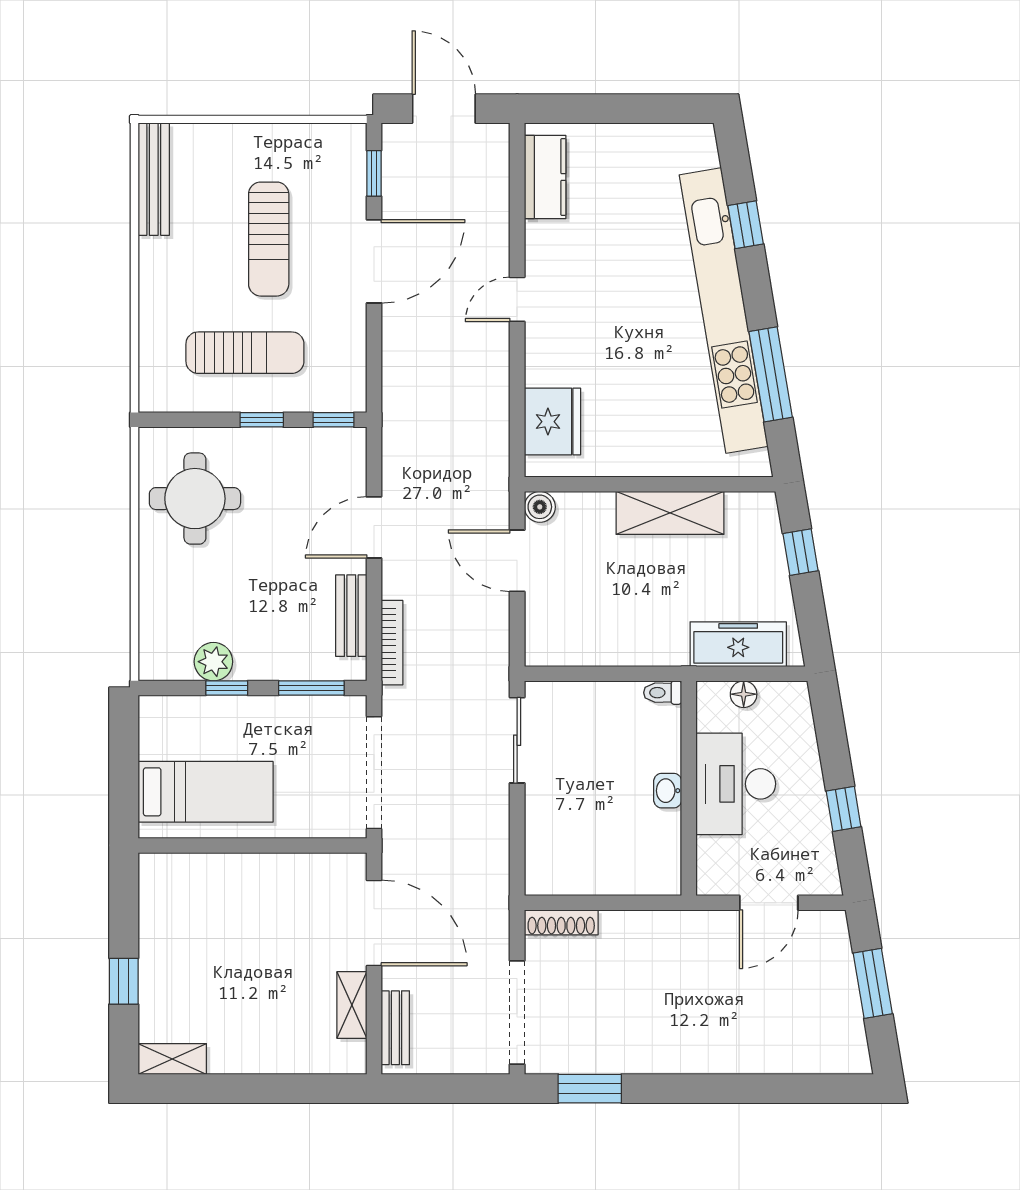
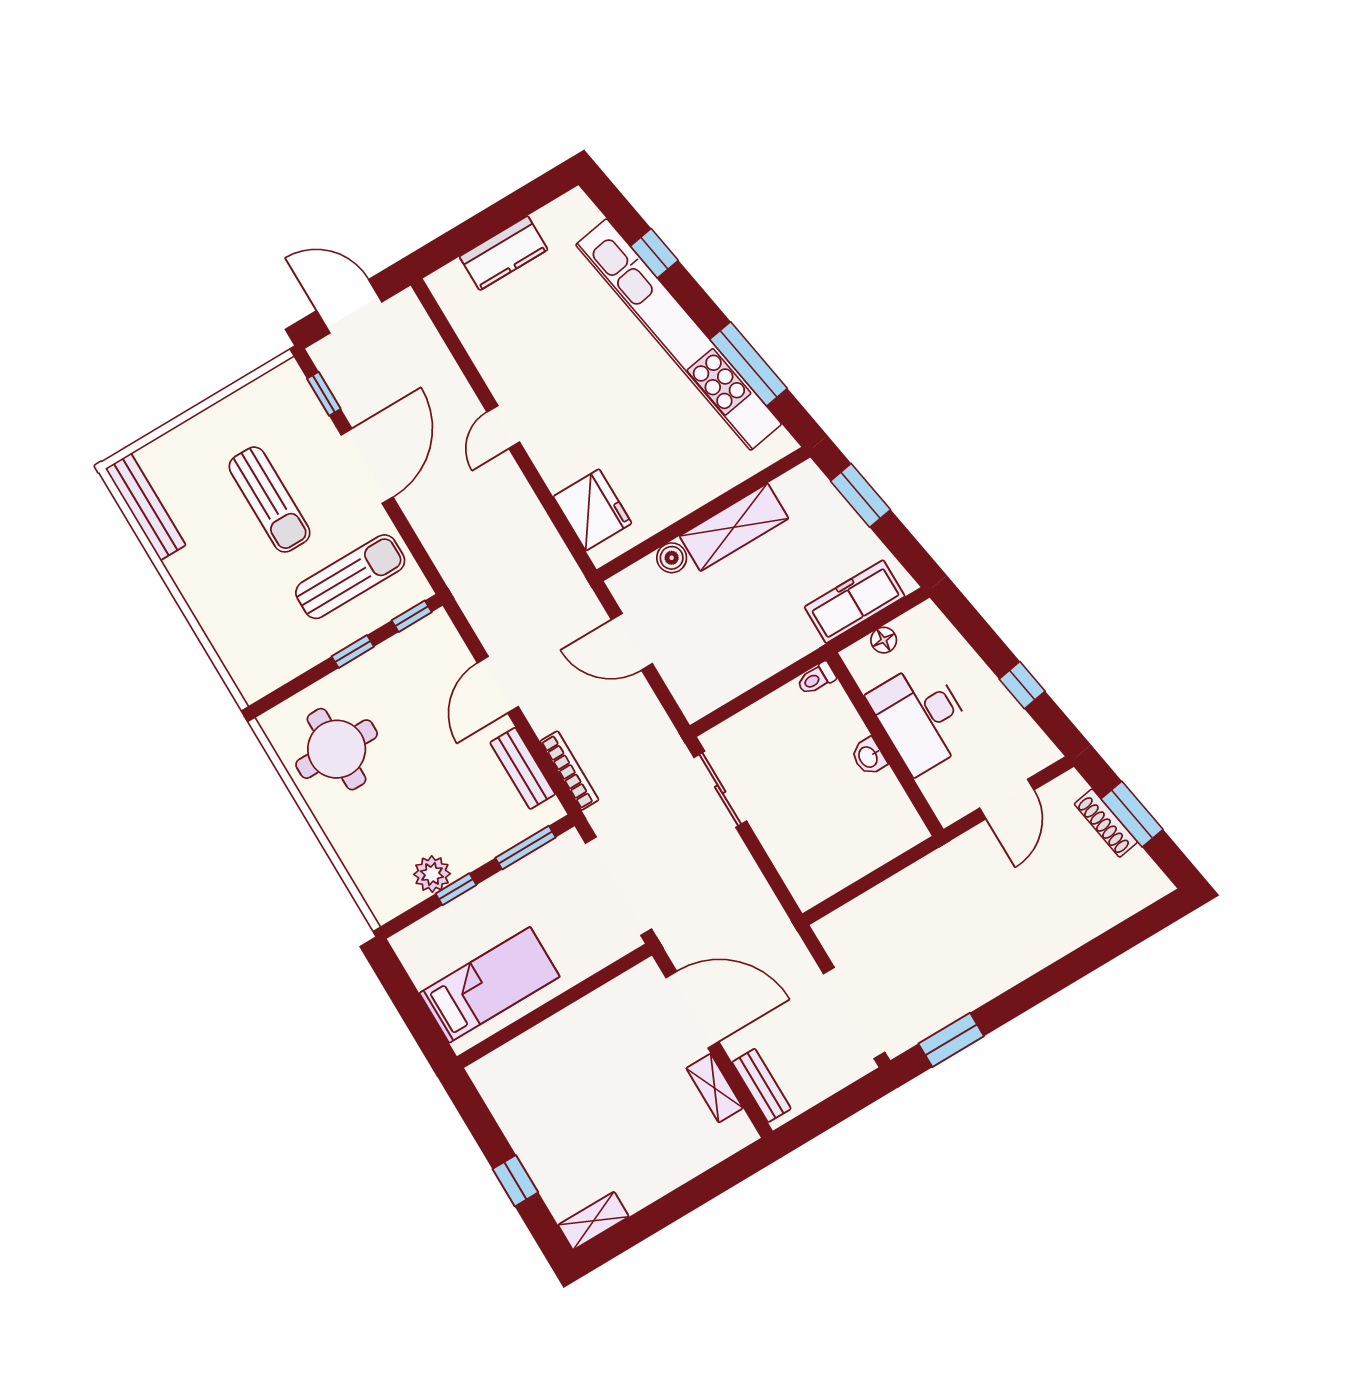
kitchen counter: (545, 177) -> (504, 253), moved, turned 90
sun lounger: (245, 353) -> (350, 577), moved
boiler: (540, 507) -> (672, 558), moved
window: (800, 552) -> (860, 495), width x1.50
shoe rack: (561, 922) -> (1106, 823), moved, turned 80

